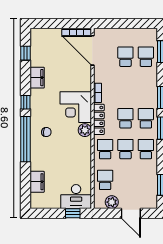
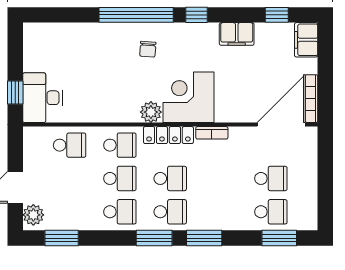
filing cabinet: (37, 182) -> (306, 40), moved, turned 90
plant: (112, 202) -> (33, 215), moved

